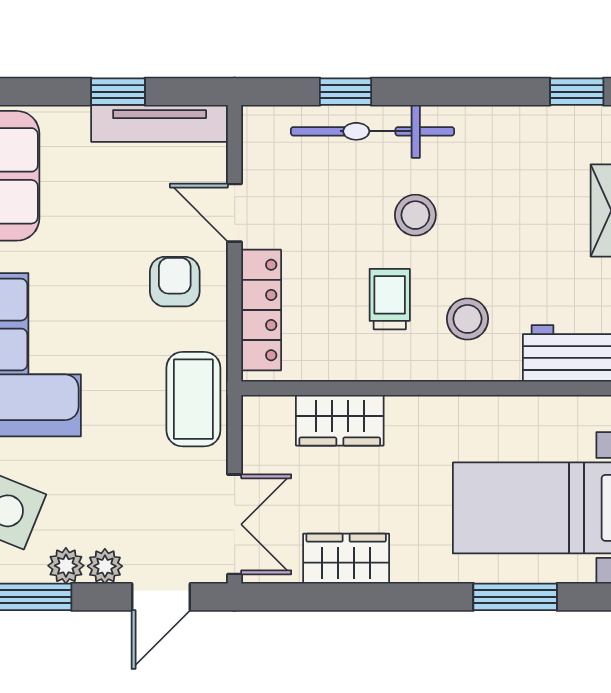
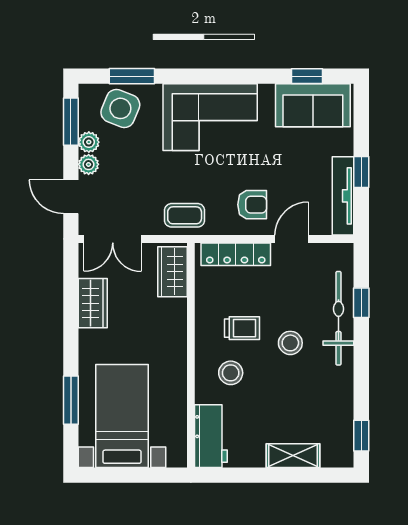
coffee table: (193, 399) -> (185, 215), width x0.73, depth x0.77
wardrobe: (340, 420) -> (172, 272), moved

